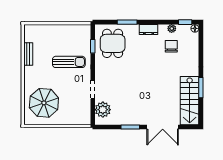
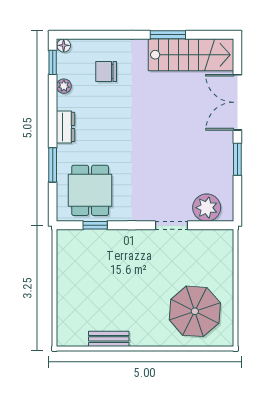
dining table: (113, 43) -> (90, 190), turned 90
chair: (171, 46) -> (106, 72), moved
sun lounger: (69, 62) -> (123, 267), removed
double door: (163, 127) -> (237, 102), swing flipped

